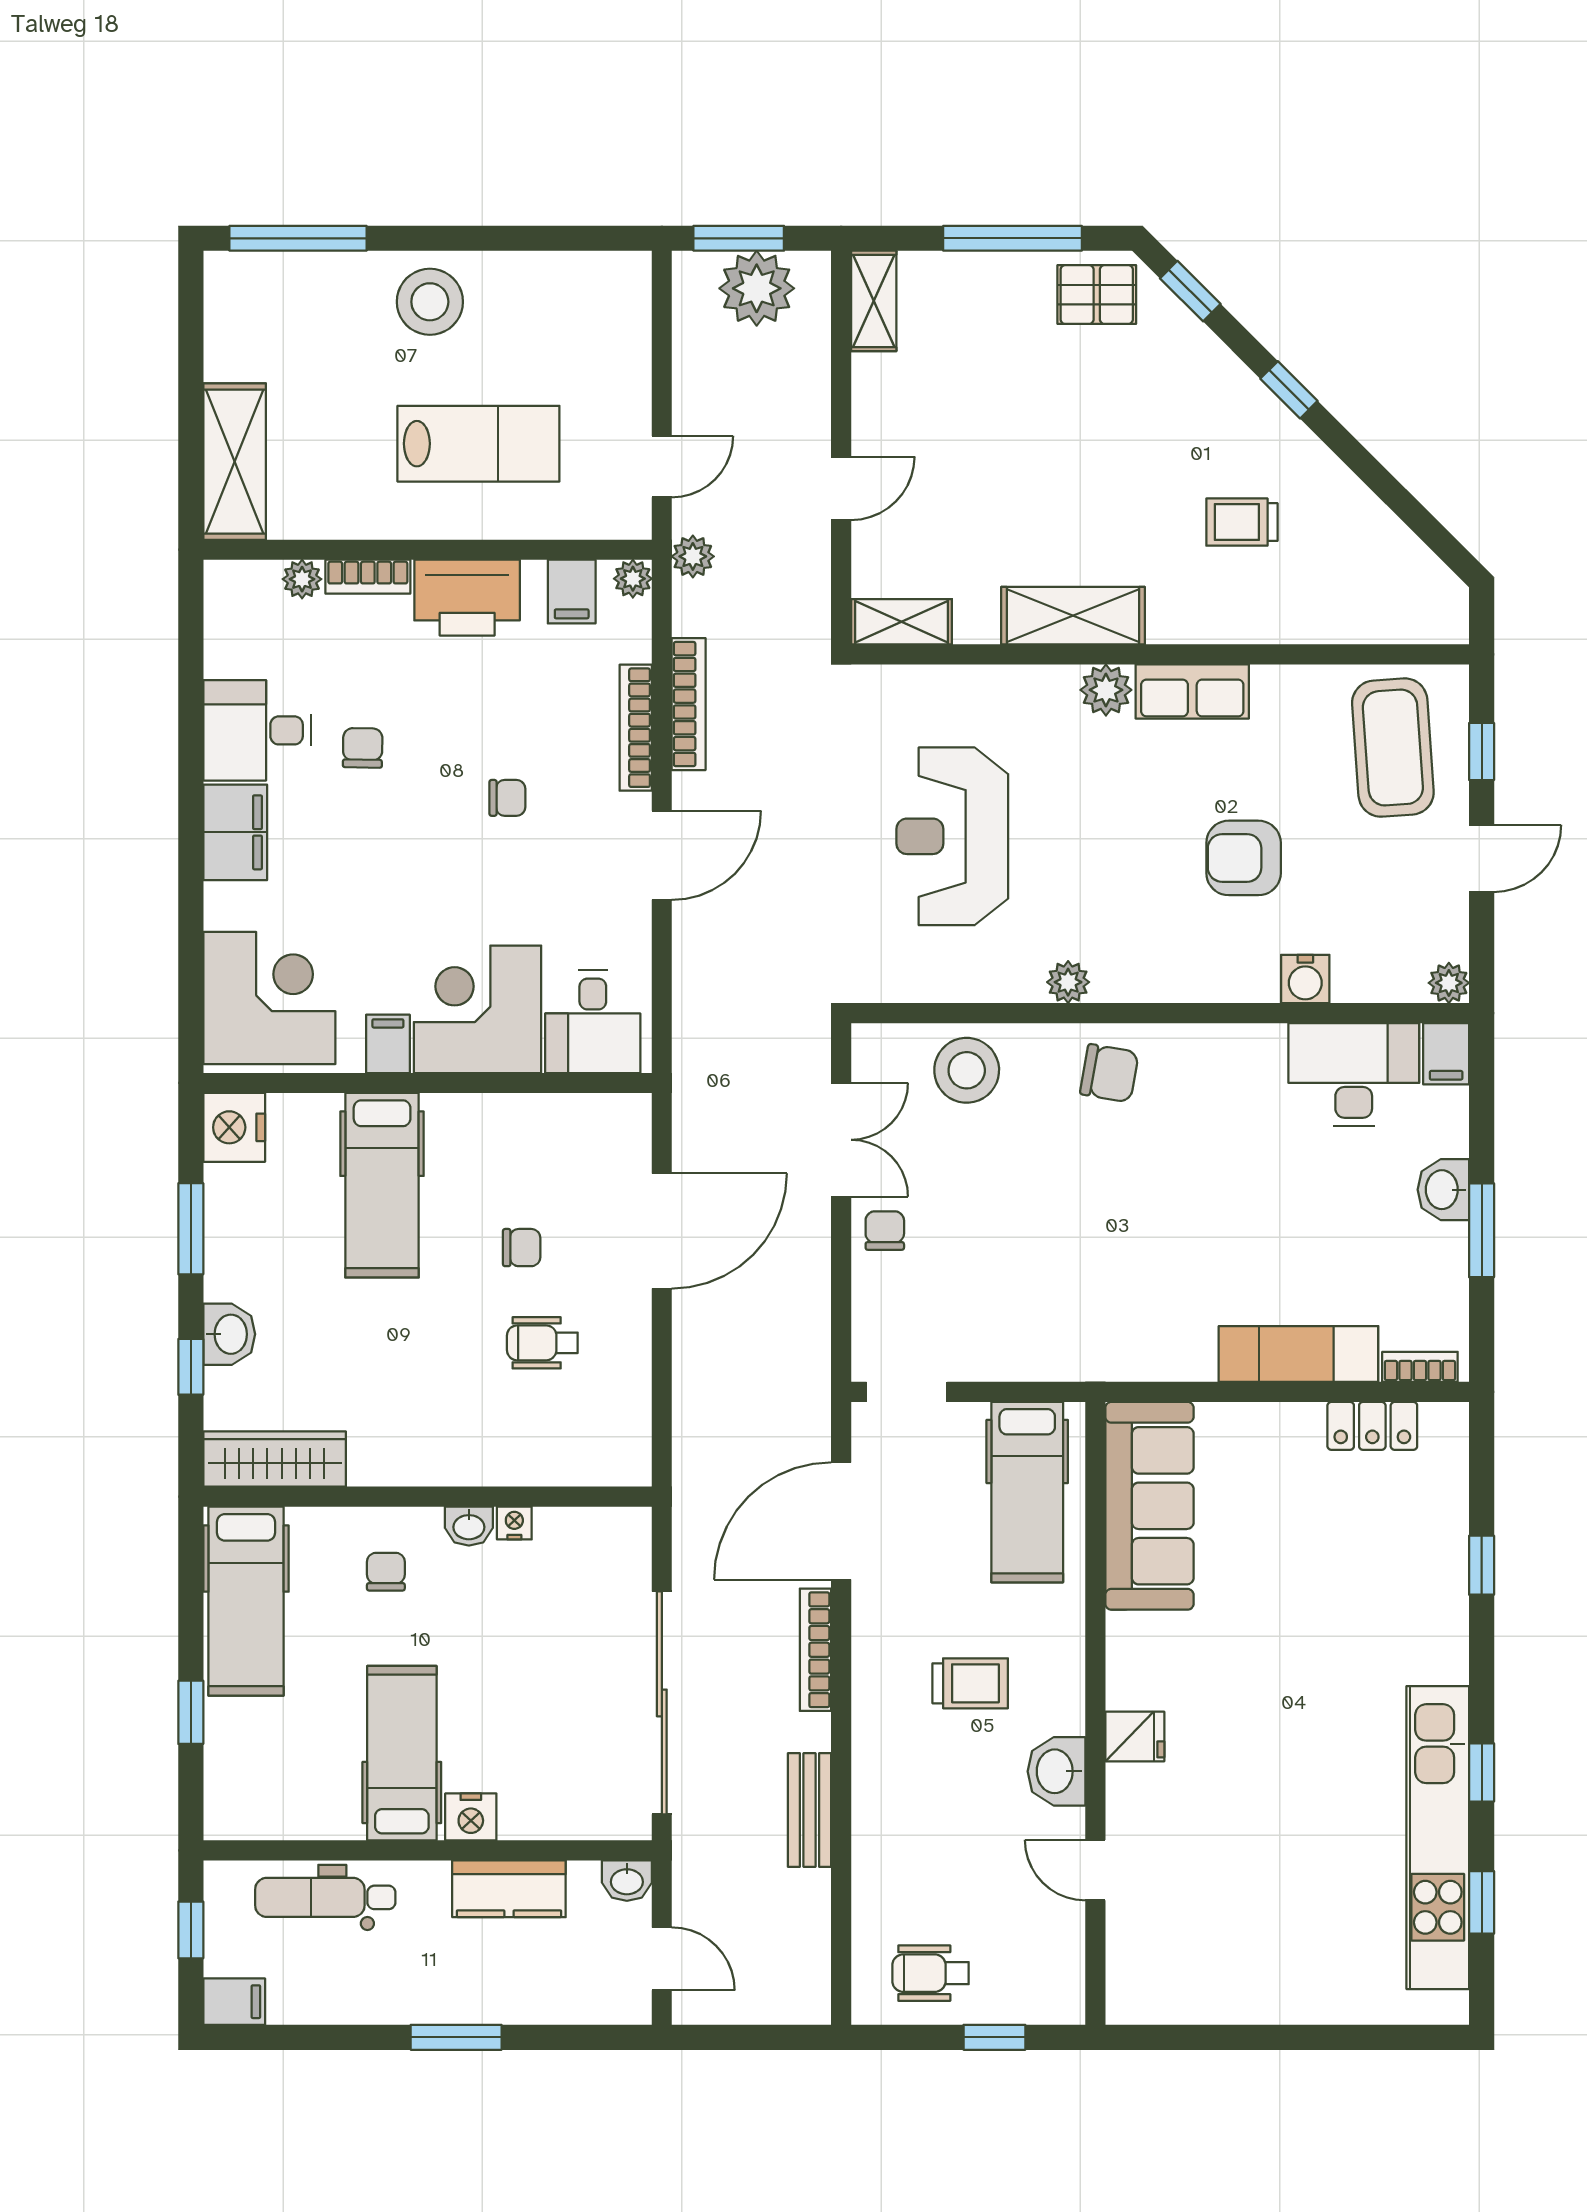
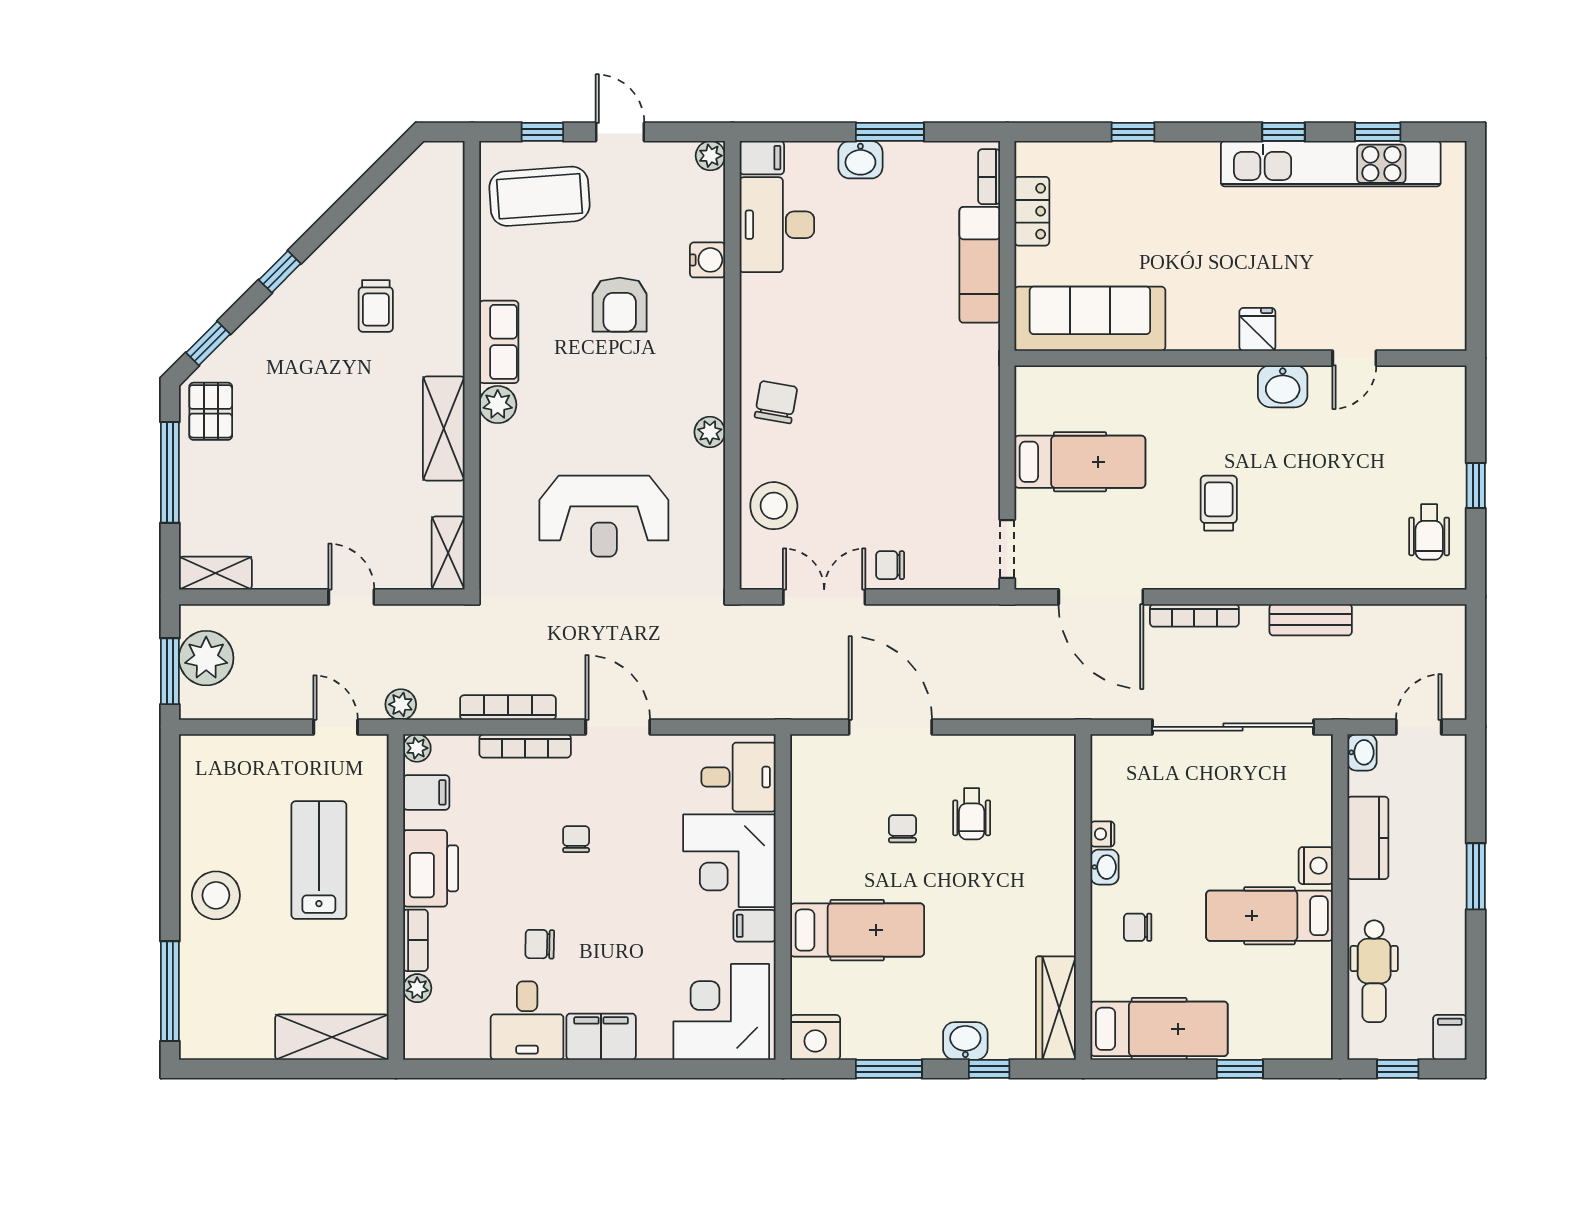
sofa: (1149, 1506) -> (1090, 319), moved
wall: (1095, 1713) -> (1241, 358), moved
fridge: (1135, 1737) -> (1257, 329), moved
washbasin: (1056, 1771) -> (1283, 386), moved
door: (1095, 1870) -> (1354, 358), moved

